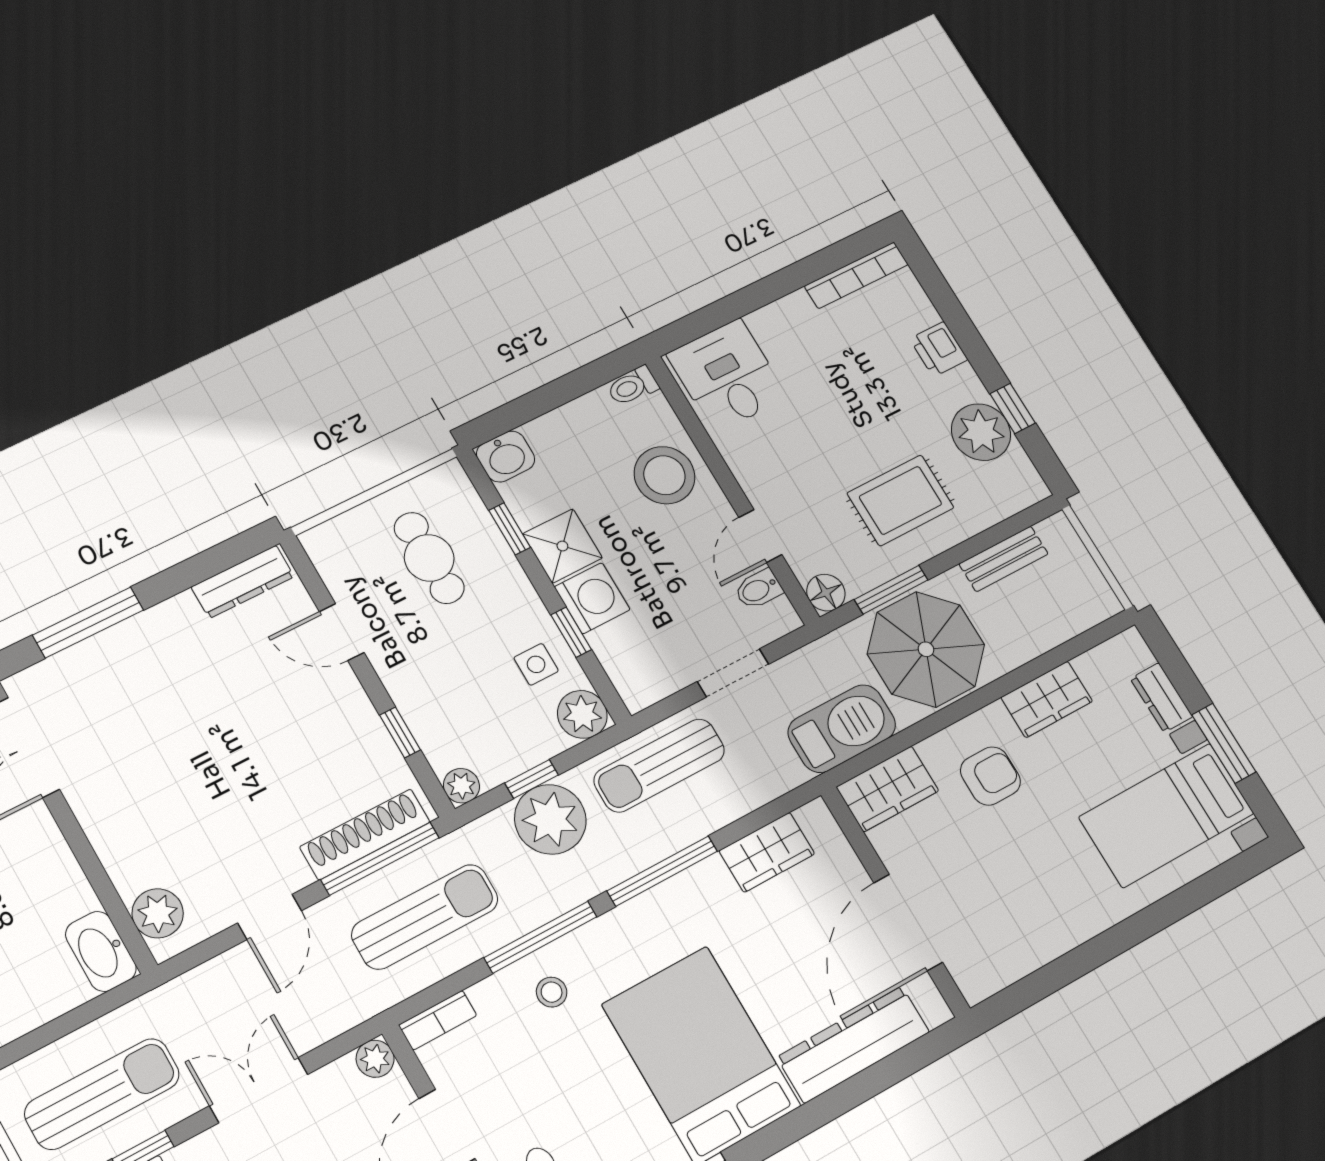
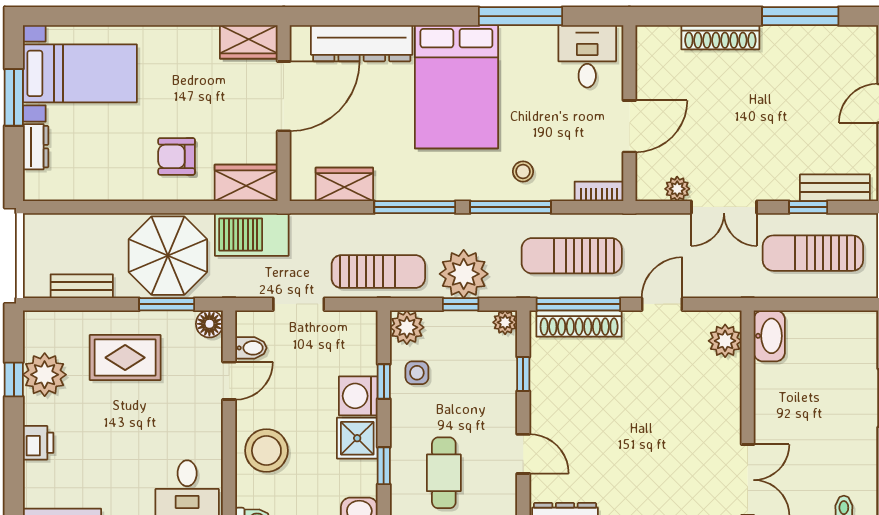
wardrobe: (1047, 699) -> (249, 42), moved, turned 180
plant: (375, 1059) -> (677, 189), moved

